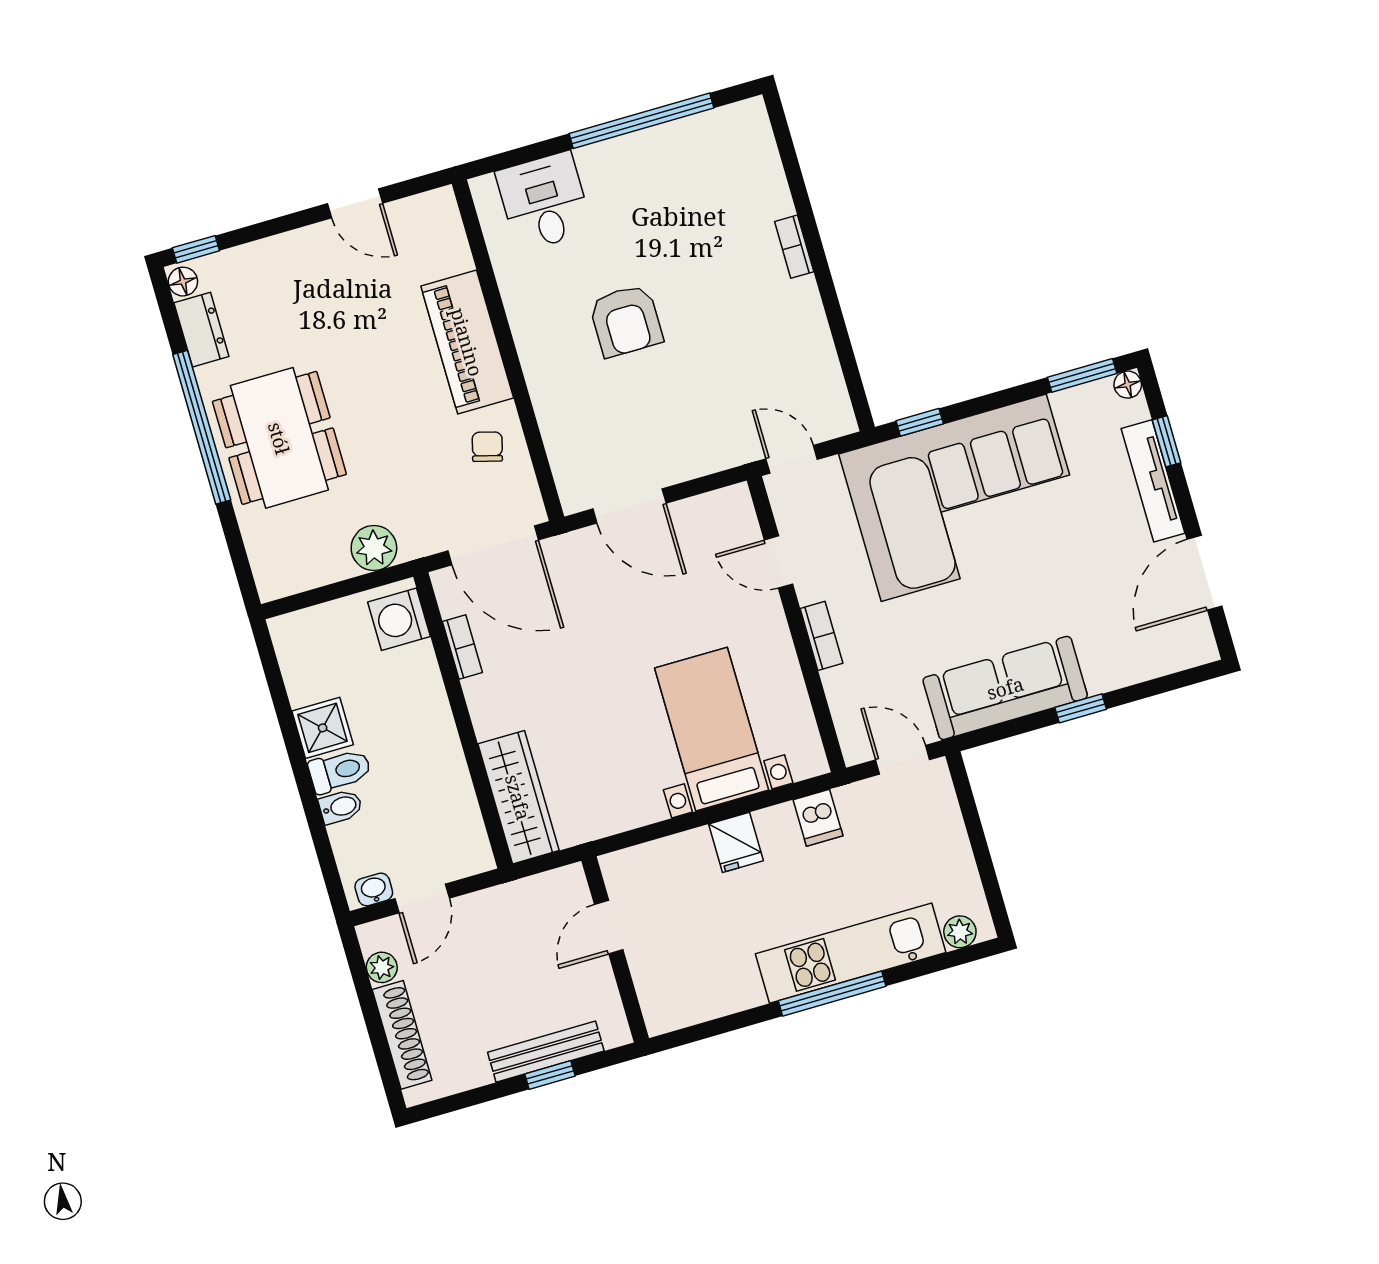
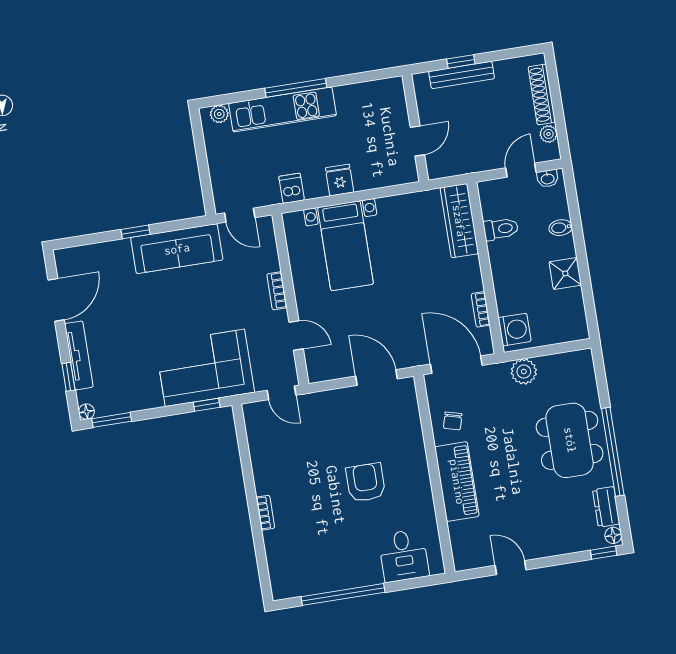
corner sofa: (964, 498) -> (205, 368), width x0.73, depth x0.74
toilet: (340, 771) -> (501, 229), moved, turned 180

